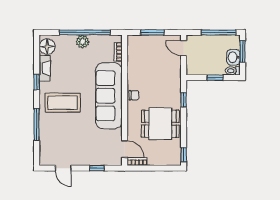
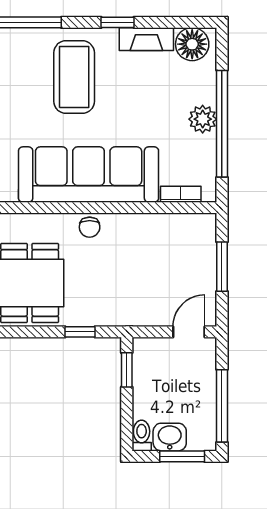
window: (215, 78) -> (127, 370), moved

